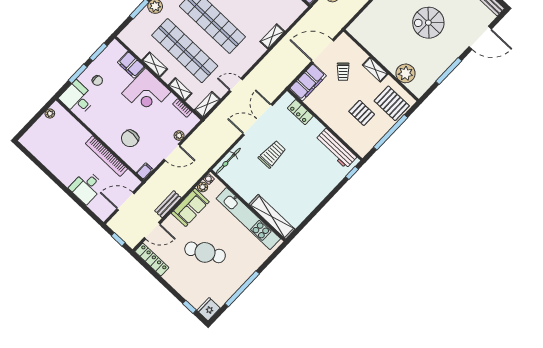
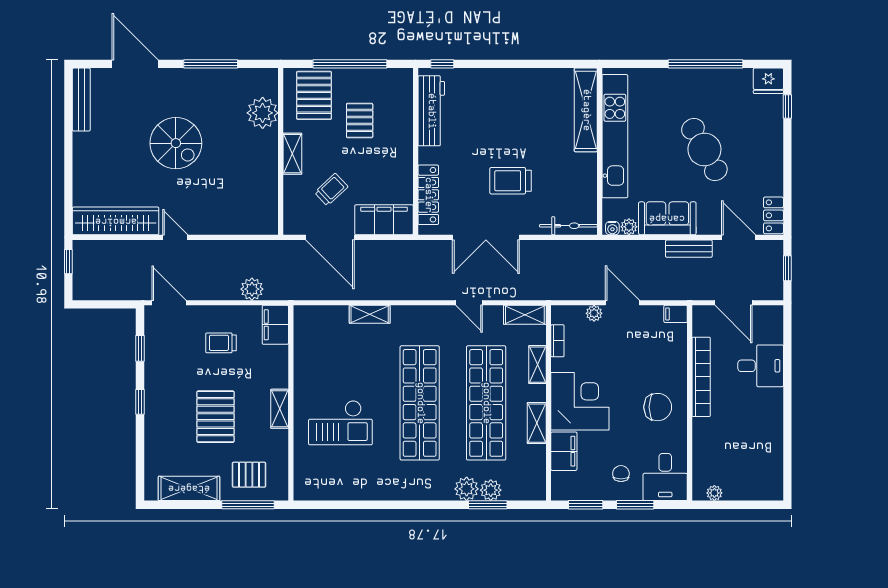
plant: (144, 16) -> (491, 490), added
locker: (300, 112) -> (428, 195), width x1.53
chair: (130, 138) -> (658, 407), moved
locker: (152, 260) -> (773, 215), width x0.66

